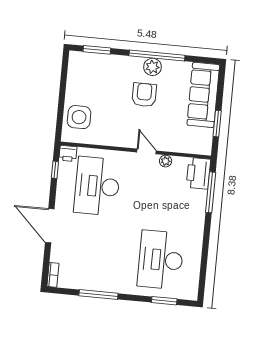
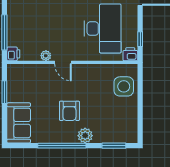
plant: (153, 67) -> (85, 136), moved
sofa: (203, 95) -> (19, 123), width x0.73
printer: (199, 173) -> (13, 54), width x0.53, depth x0.68

